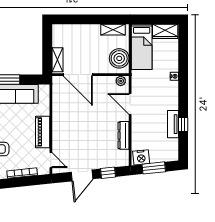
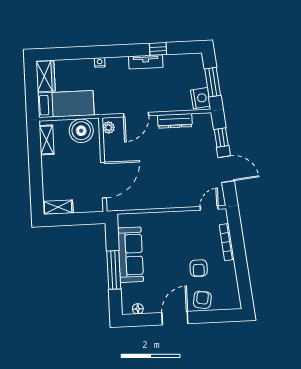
shelving: (58, 60) -> (58, 207), moved
tv unit: (173, 124) -> (146, 62), moved
piano: (43, 132) -> (175, 220), removed

